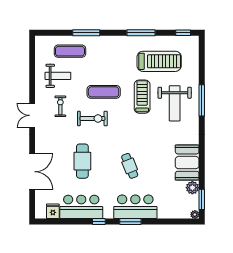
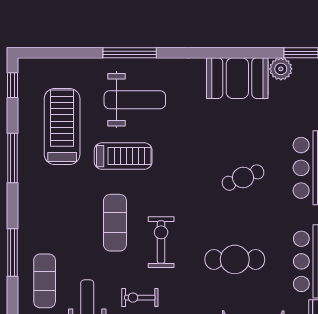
treadmill: (142, 97) -> (123, 156), turned 180

